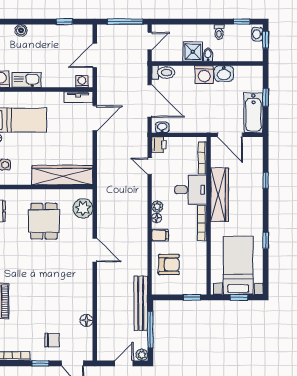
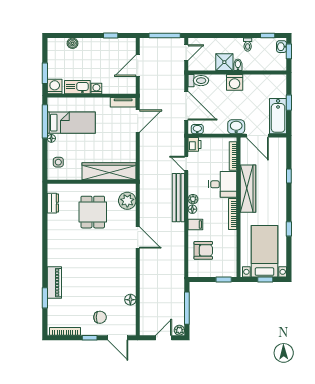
washbasin: (224, 74) -> (236, 127), moved, turned 180
washing machine: (82, 81) -> (96, 88), moved
bench: (141, 303) -> (178, 198), moved

